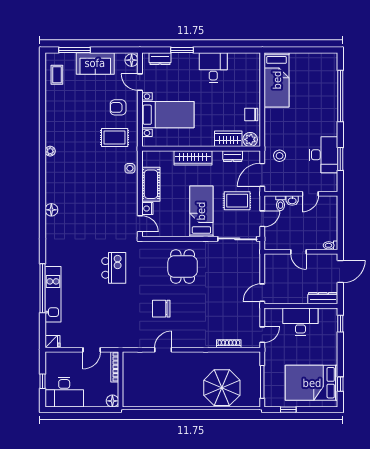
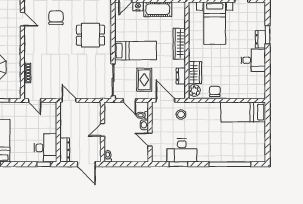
dresser: (160, 59) -> (260, 39), moved
desk: (300, 322) -> (45, 148), moved

